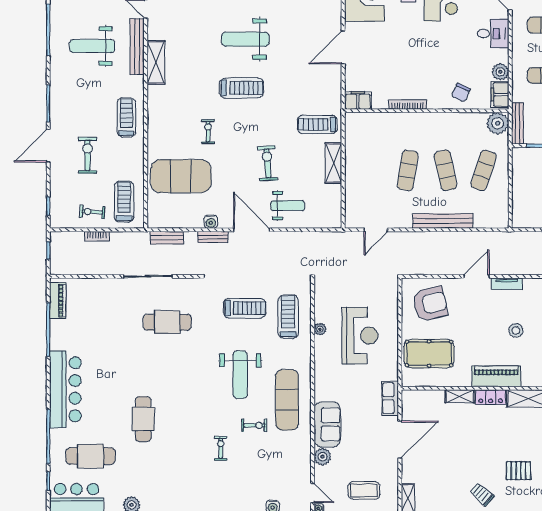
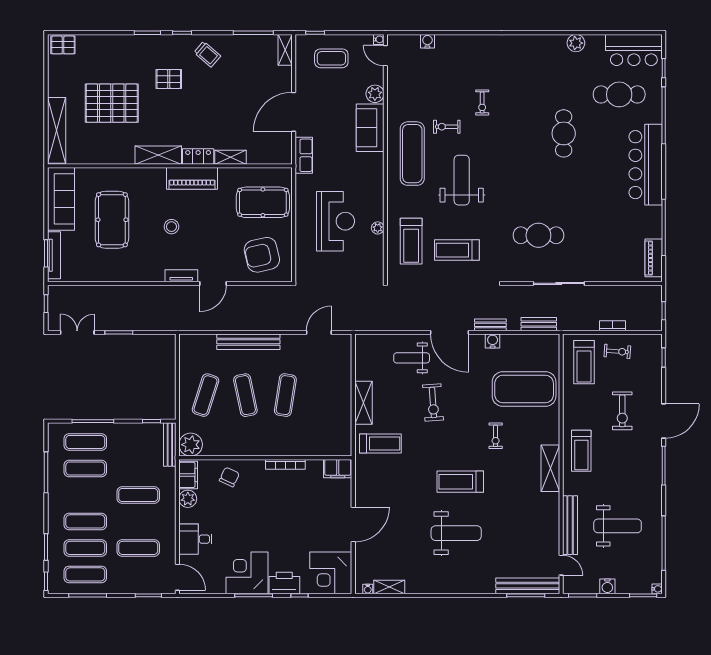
shelving: (156, 62) -> (550, 468), moved
reception desk: (360, 336) -> (336, 221), turned 180

